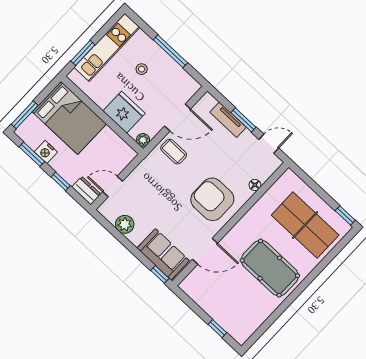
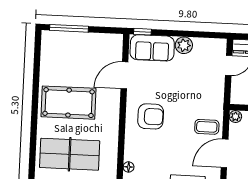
floor lamp: (255, 185) -> (129, 167), moved
armchair: (212, 199) -> (151, 116), width x0.73, depth x0.73
plant: (125, 224) -> (184, 45), moved
window: (217, 329) -> (69, 28), width x2.17

